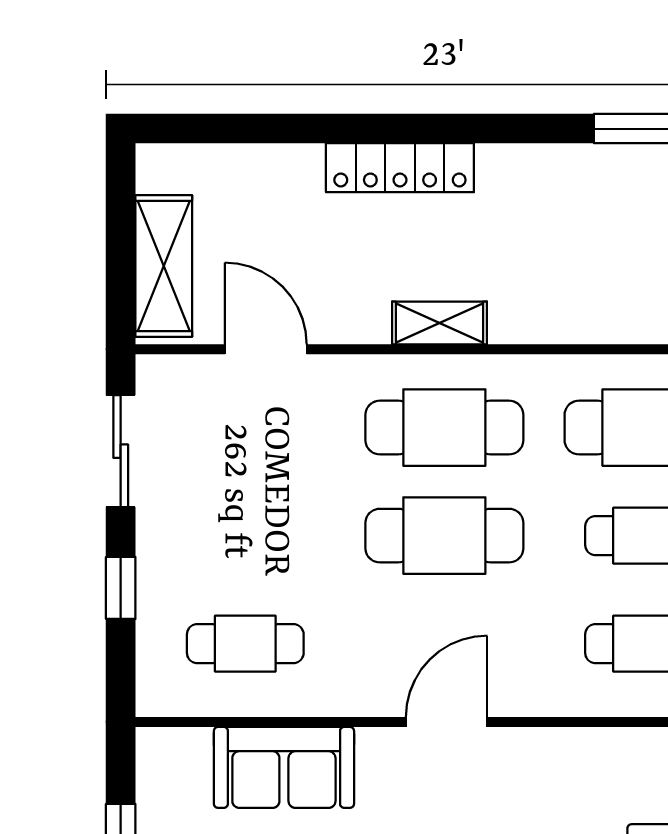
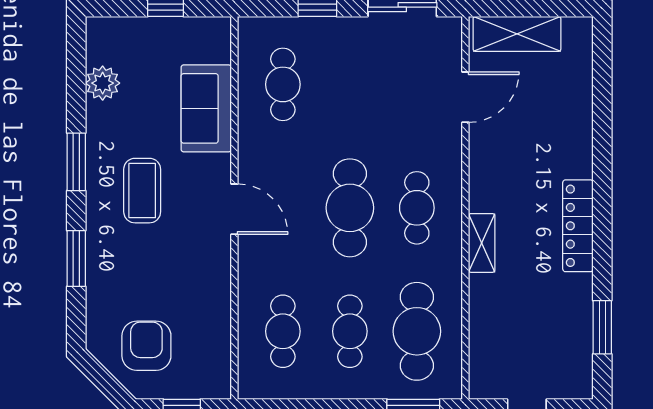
locker: (400, 168) -> (578, 226), moved
shelving: (439, 323) -> (482, 243), moved
cafe table: (444, 428) -> (417, 208), width x0.73, depth x0.74

